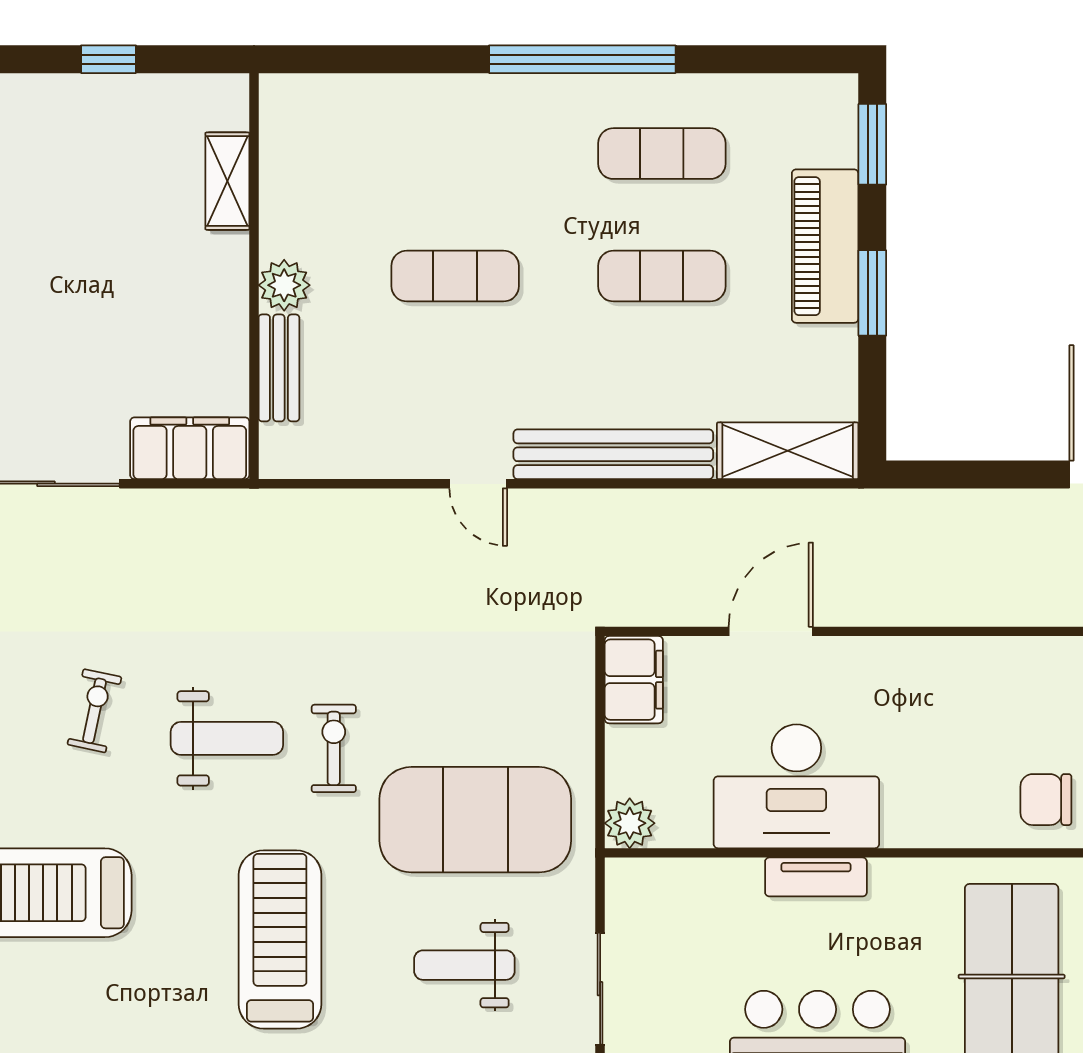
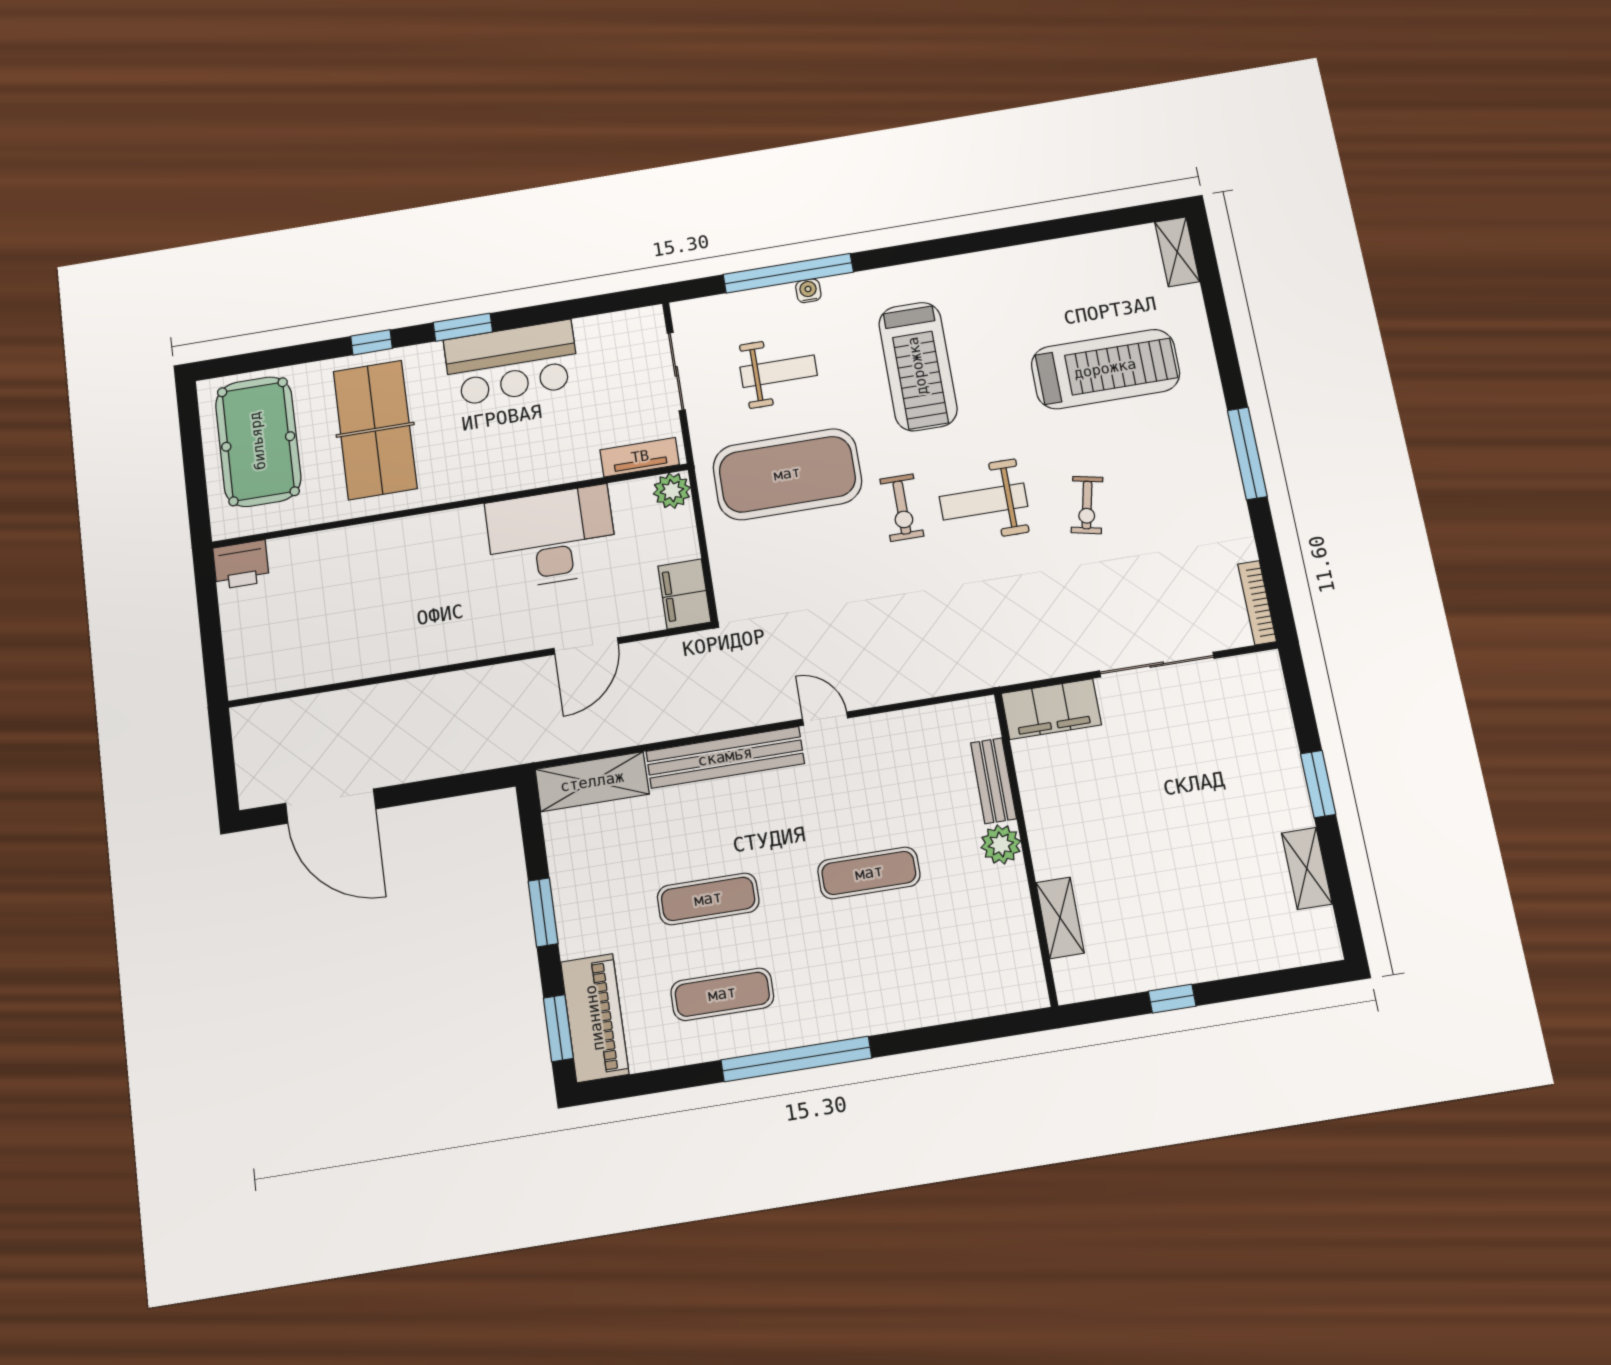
piano: (825, 246) -> (595, 1018), moved
chair: (1046, 800) -> (365, 558), removed
tv unit: (816, 877) -> (640, 457), moved

